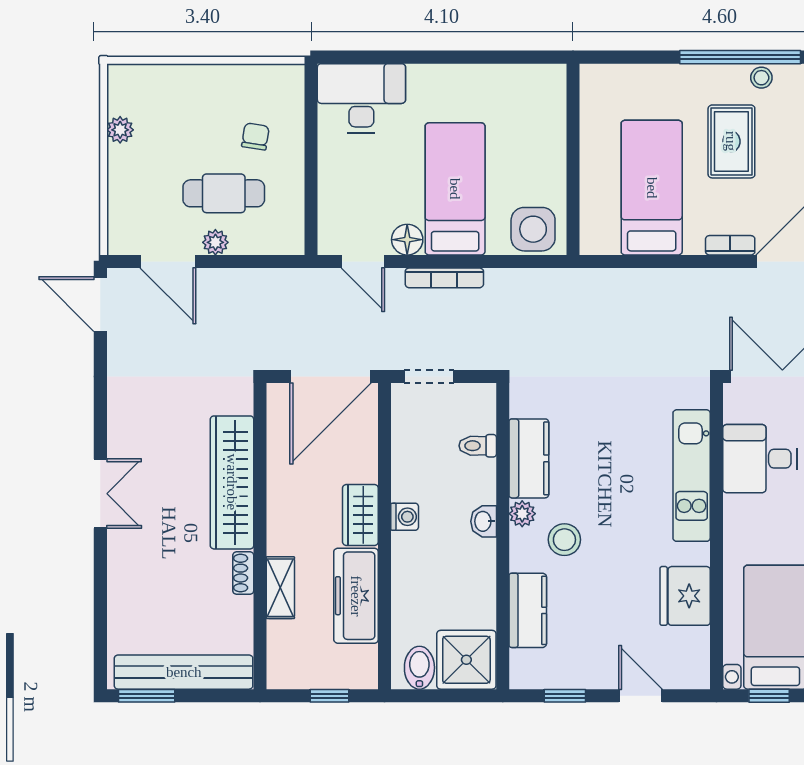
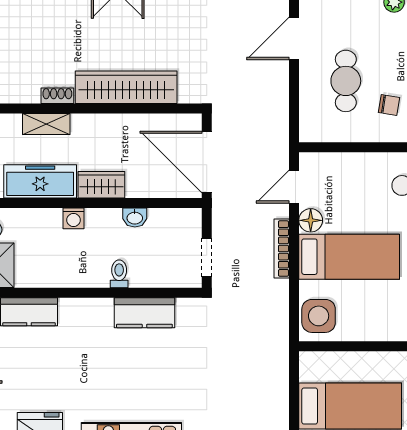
plant: (215, 242) -> (309, 75), removed
doorway: (429, 376) -> (207, 258), moved
toilet: (478, 446) -> (119, 274), moved
plant: (522, 514) -> (102, 308), removed
washing machine: (405, 517) -> (74, 218), moved
washbasin: (484, 521) -> (135, 218), moved, turned 180
stool: (564, 540) -> (83, 340), removed

